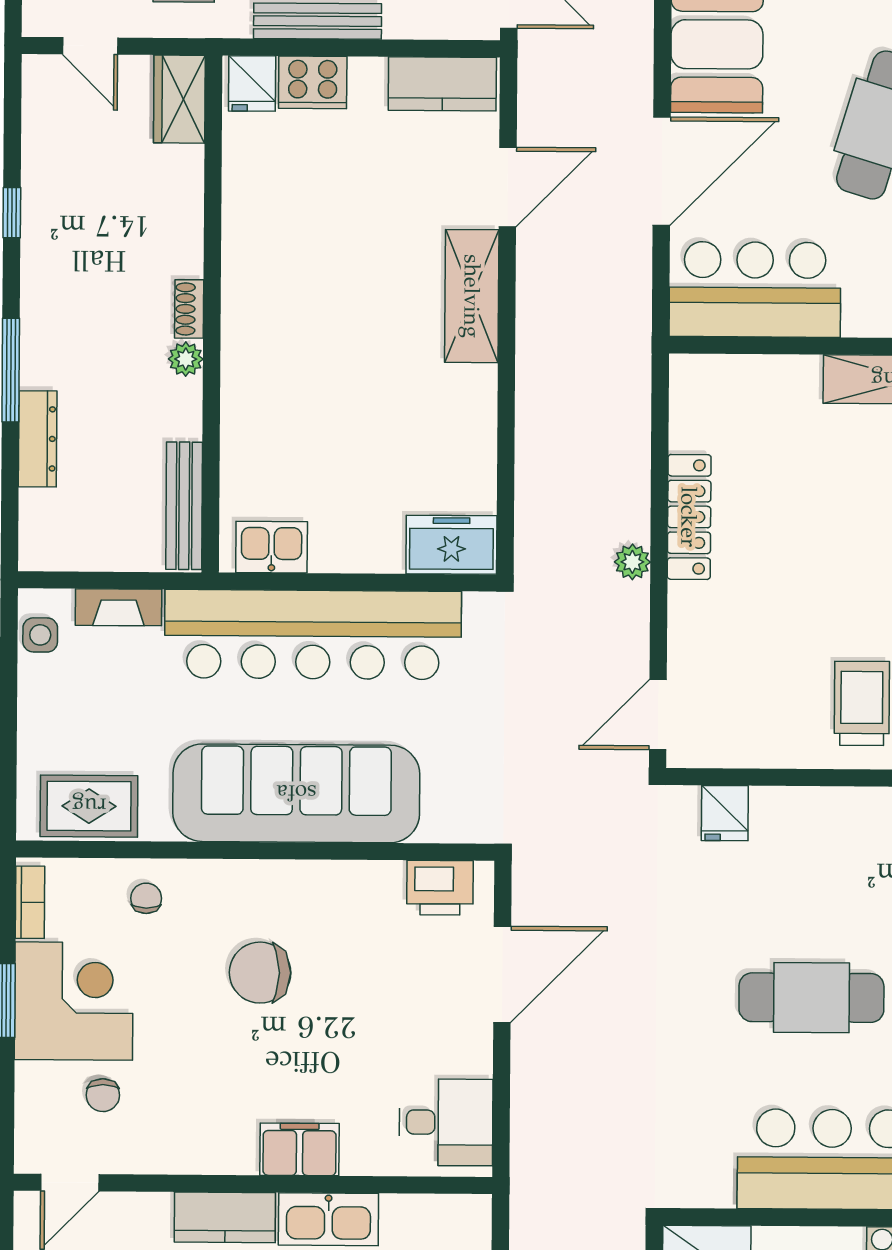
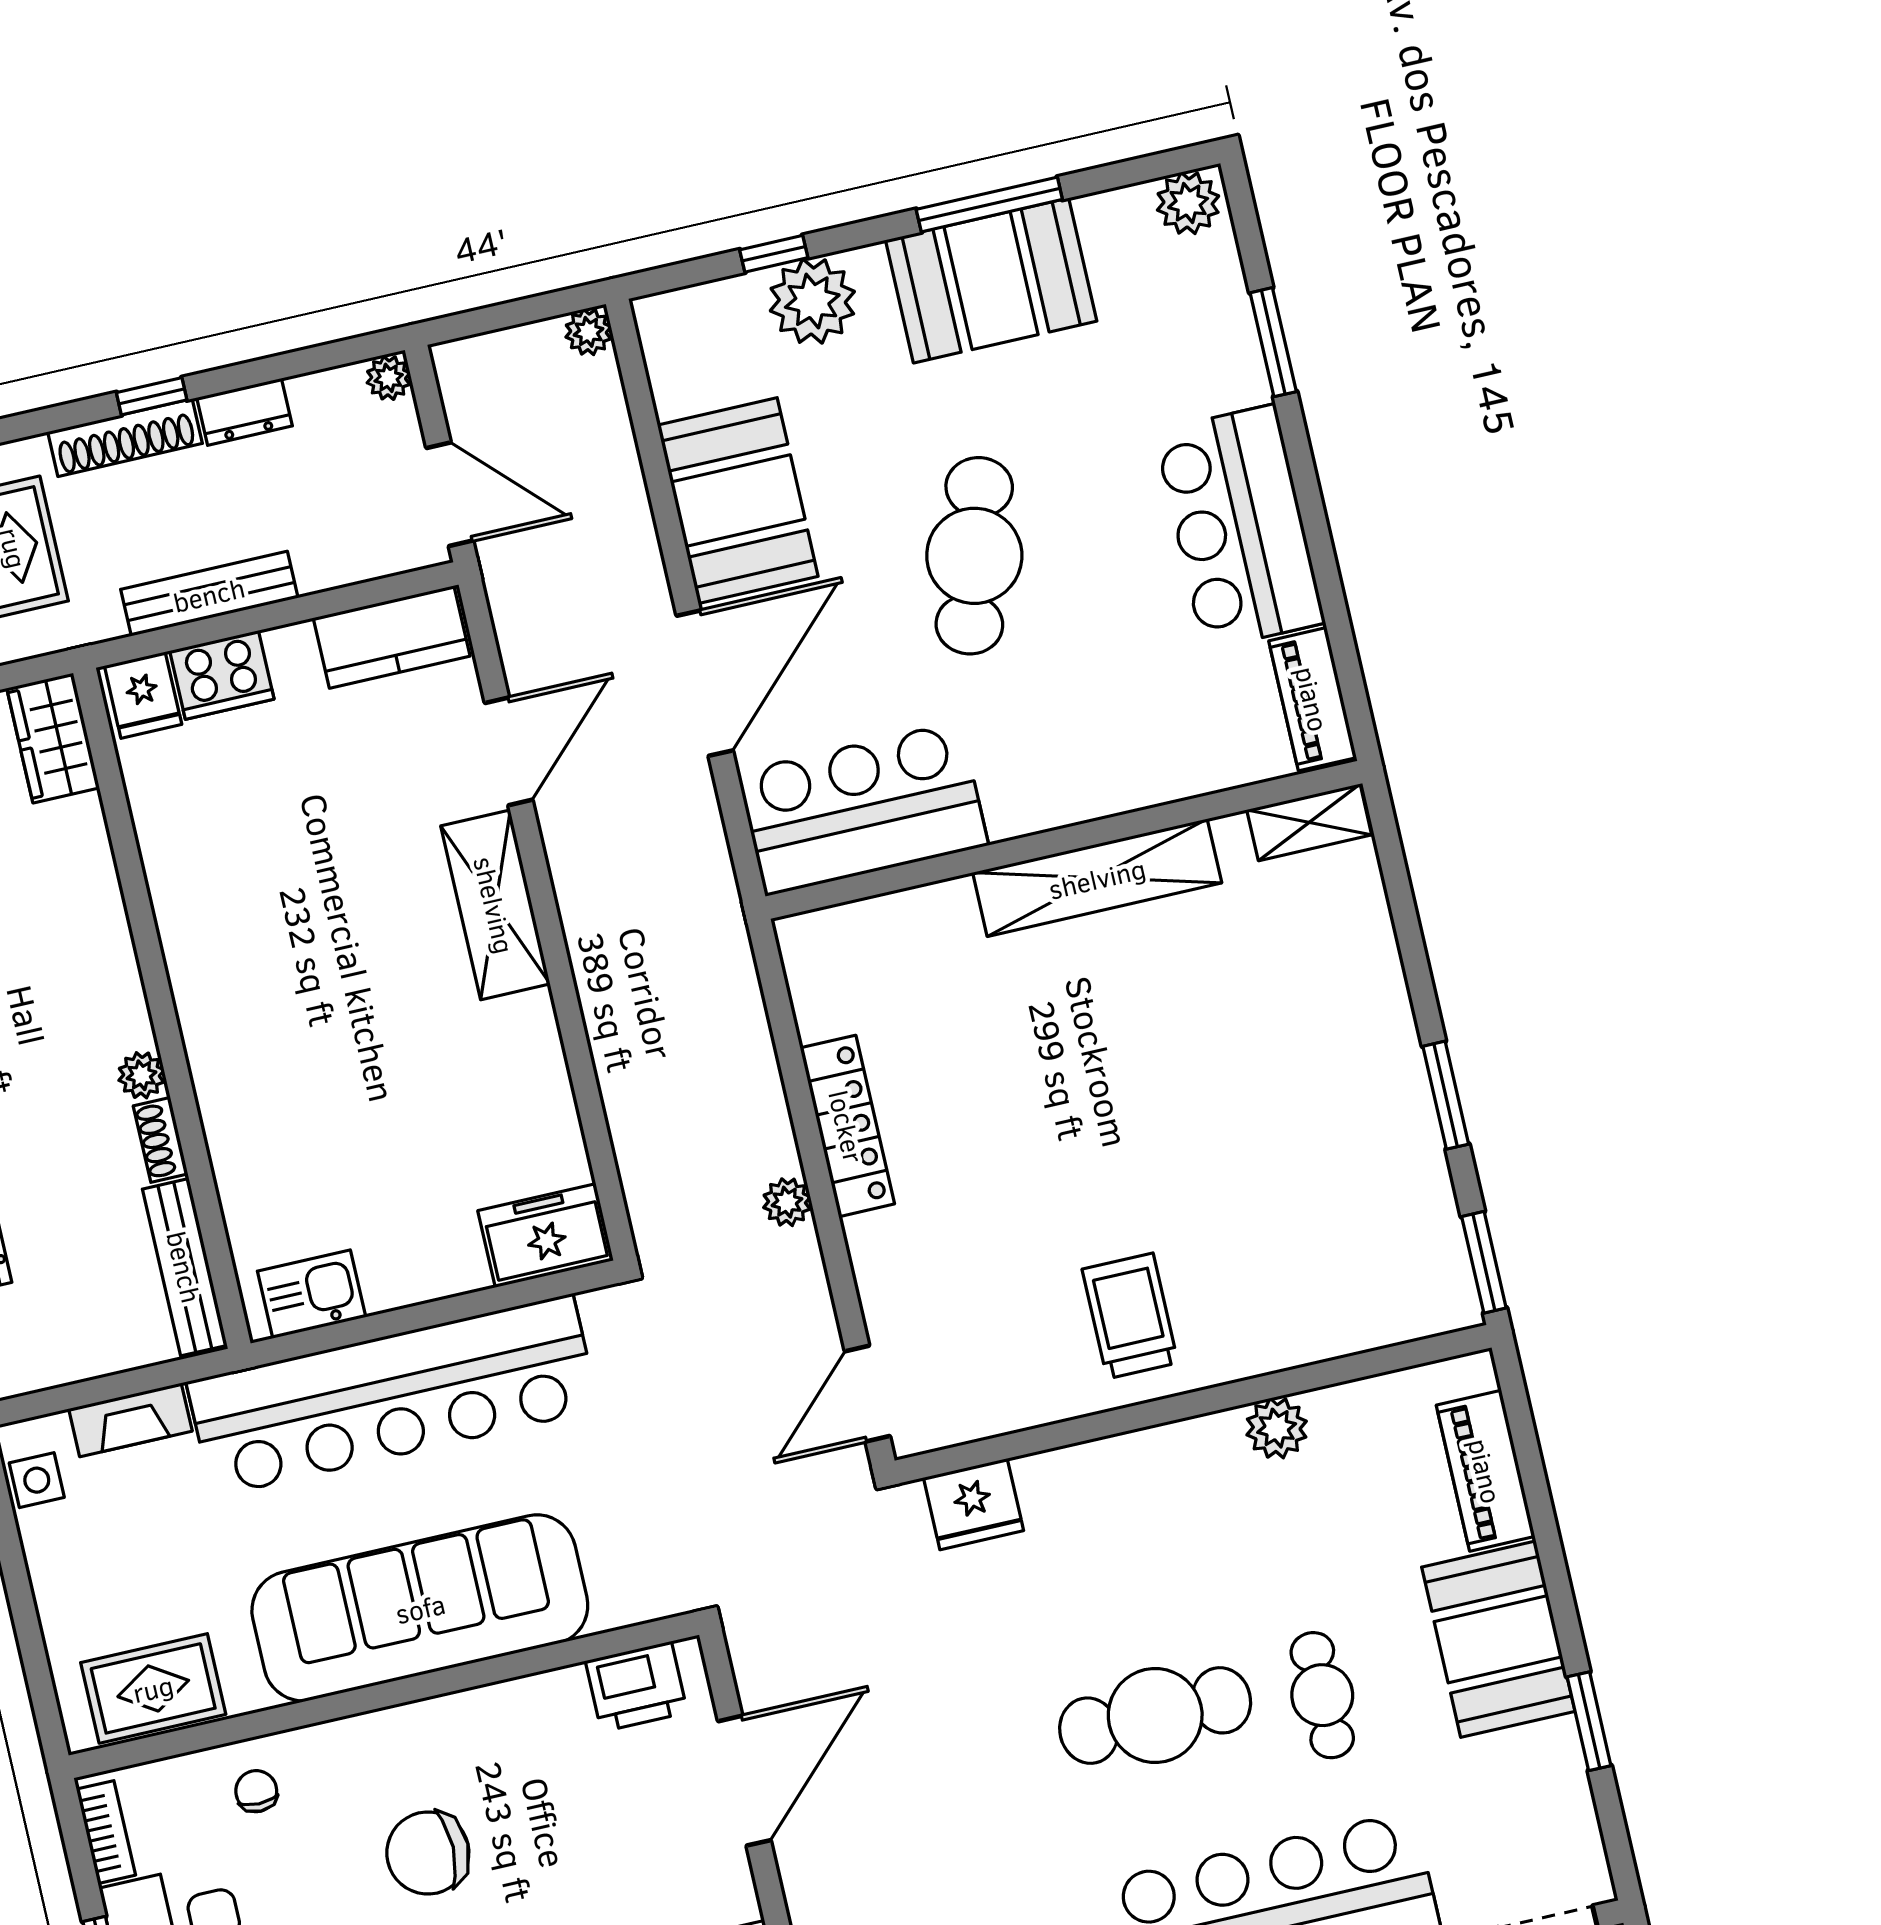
shoe rack: (189, 309) -> (161, 1140), moved
fridge: (725, 813) -> (974, 1504), width x1.38

